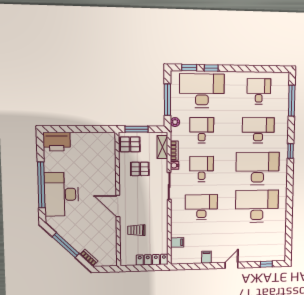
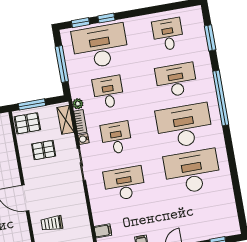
window: (292, 101) -> (210, 38), width x0.69
plant: (175, 122) -> (78, 104), moved
window: (291, 151) -> (221, 98), width x3.17

